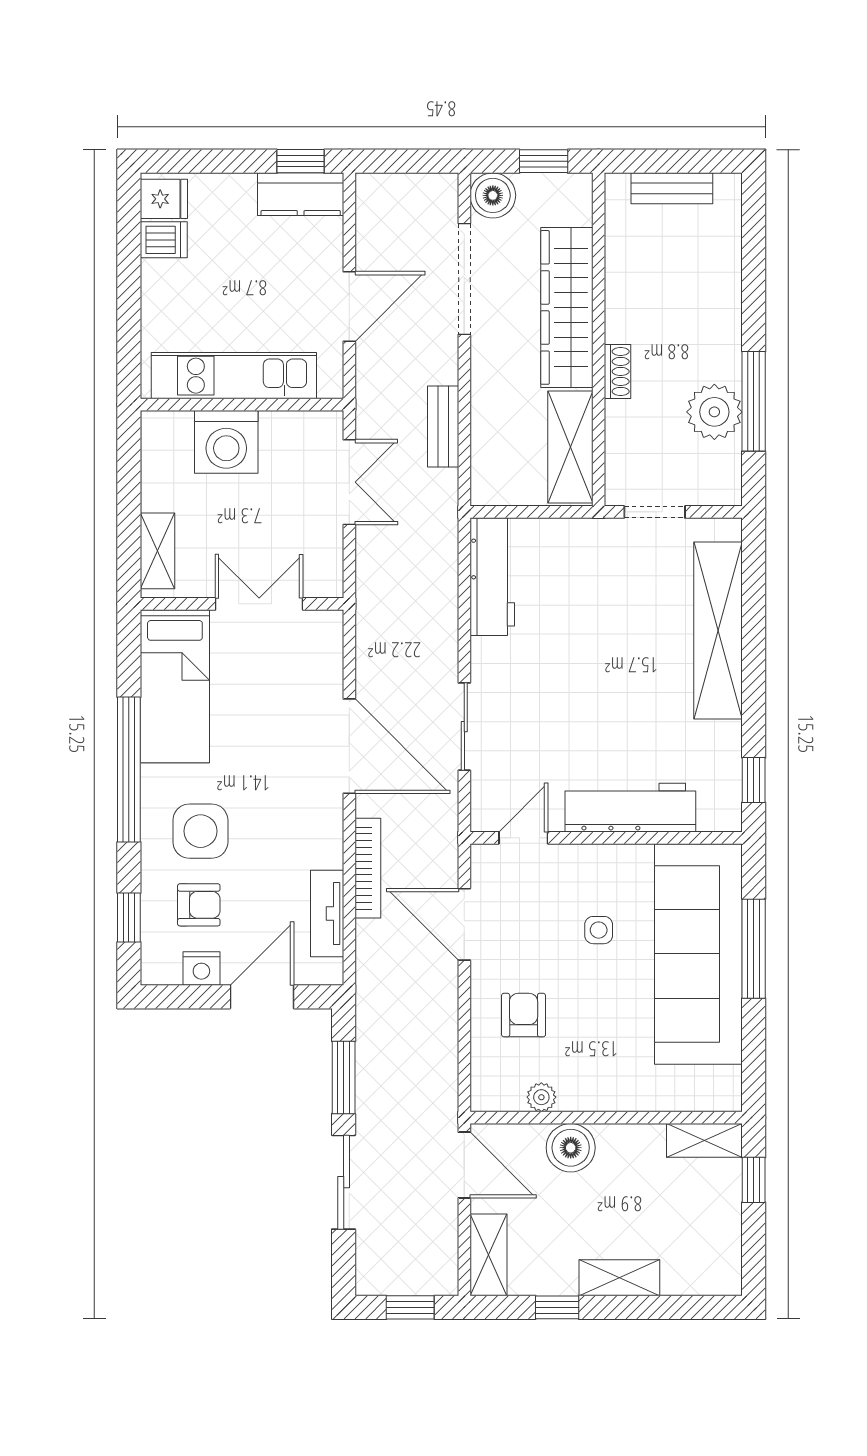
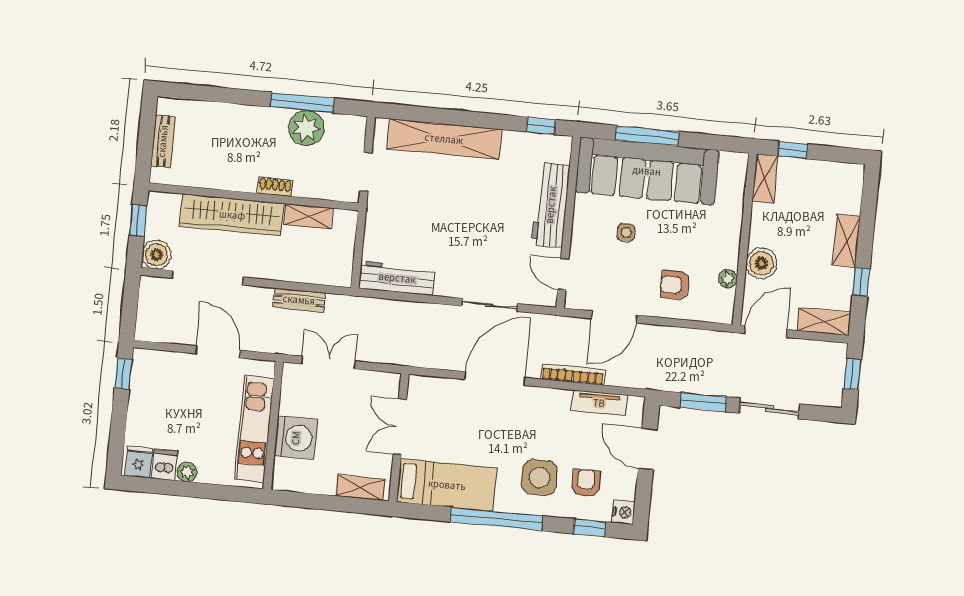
kitchen counter: (301, 194) -> (144, 376), removed
plant: (156, 277) -> (187, 472), added
shelving: (570, 447) -> (308, 216), width x0.67, depth x0.75
nightstand: (201, 968) -> (623, 512), moved

